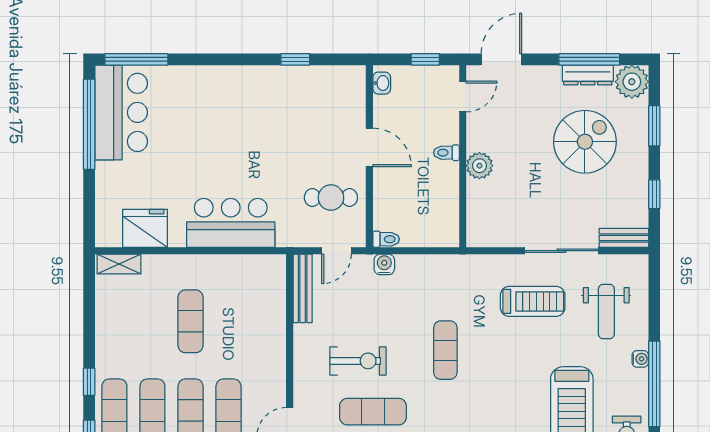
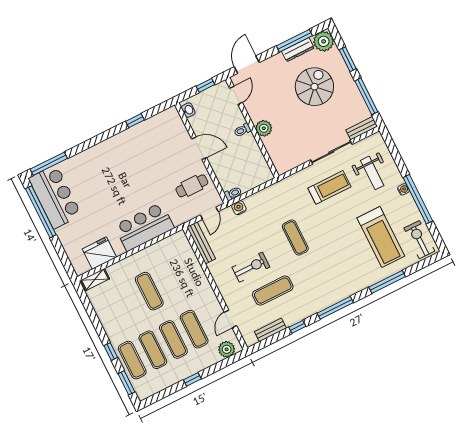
window: (654, 194) -> (366, 96), width x2.17

